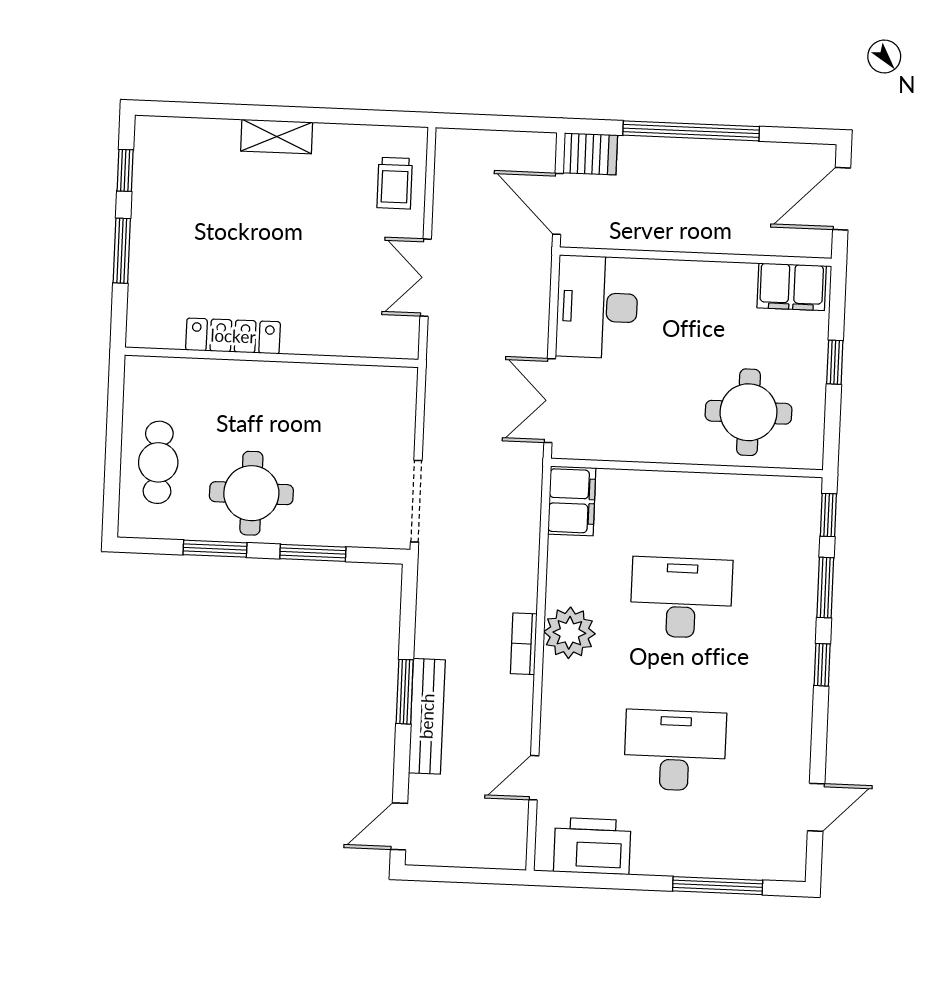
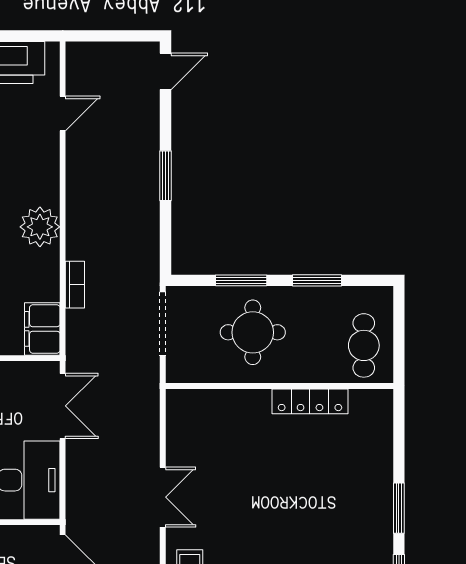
locker: (233, 336) -> (310, 401), moved
wall: (272, 357) -> (279, 386), moved
round table: (251, 493) -> (253, 332), moved
bookcase: (524, 644) -> (75, 285), moved
bench: (427, 716) -> (148, 157), removed

